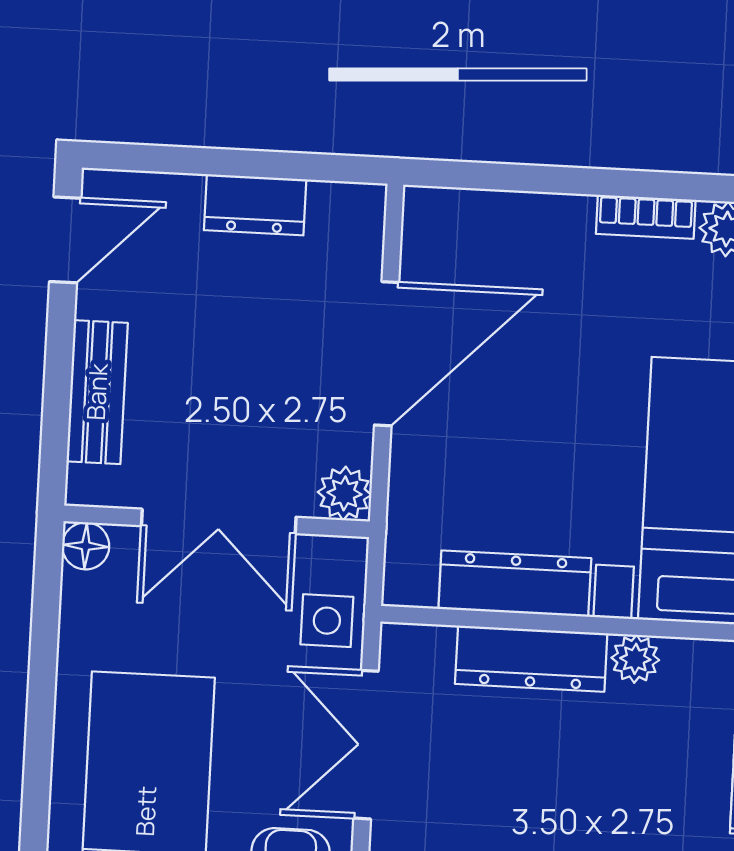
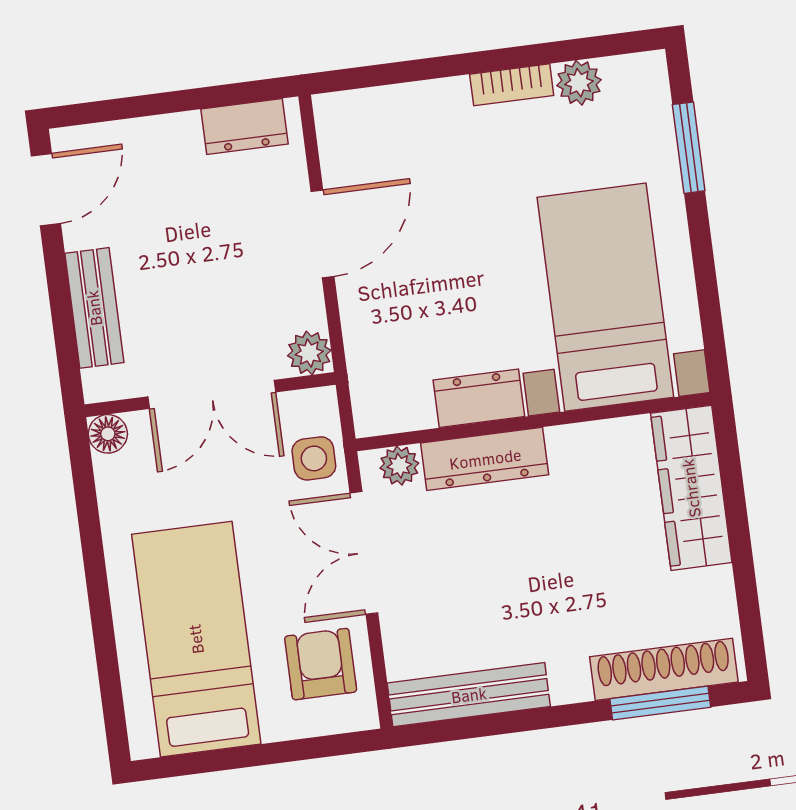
dresser: (255, 205) -> (245, 127), moved
door: (387, 354) -> (322, 234), width x0.73
dresser: (515, 584) -> (479, 398), width x0.70
plant: (635, 659) -> (399, 466), moved

